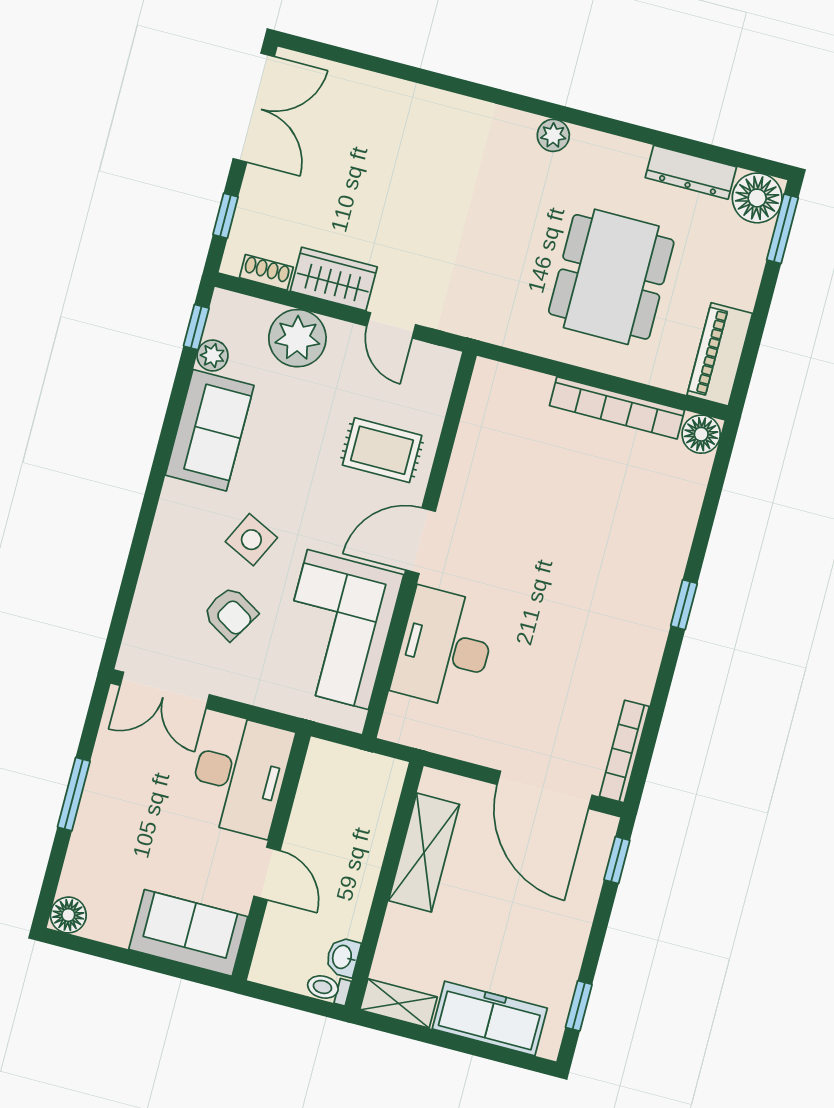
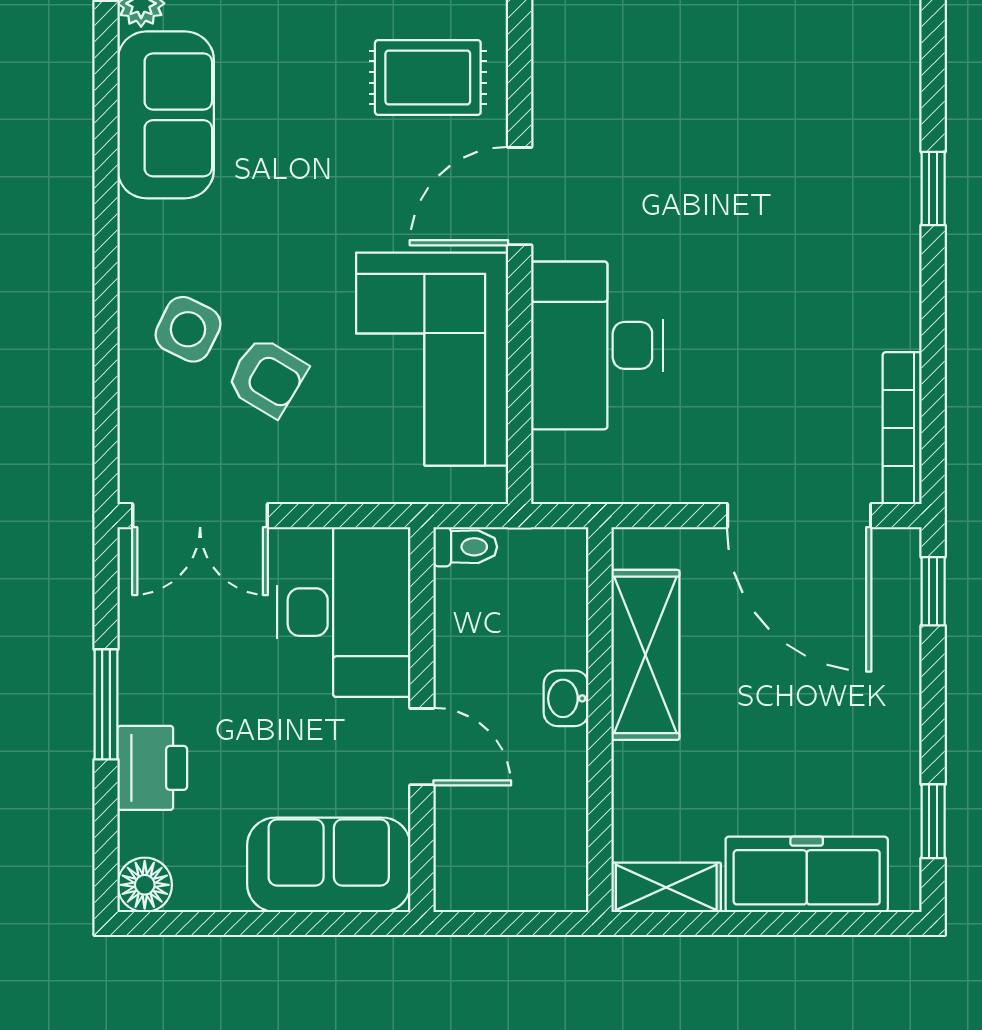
side table: (251, 540) -> (188, 329), moved
printer: (93, 842) -> (152, 768), added
washbasin: (343, 957) -> (566, 698), moved
toilet: (328, 988) -> (465, 547), moved, turned 180

